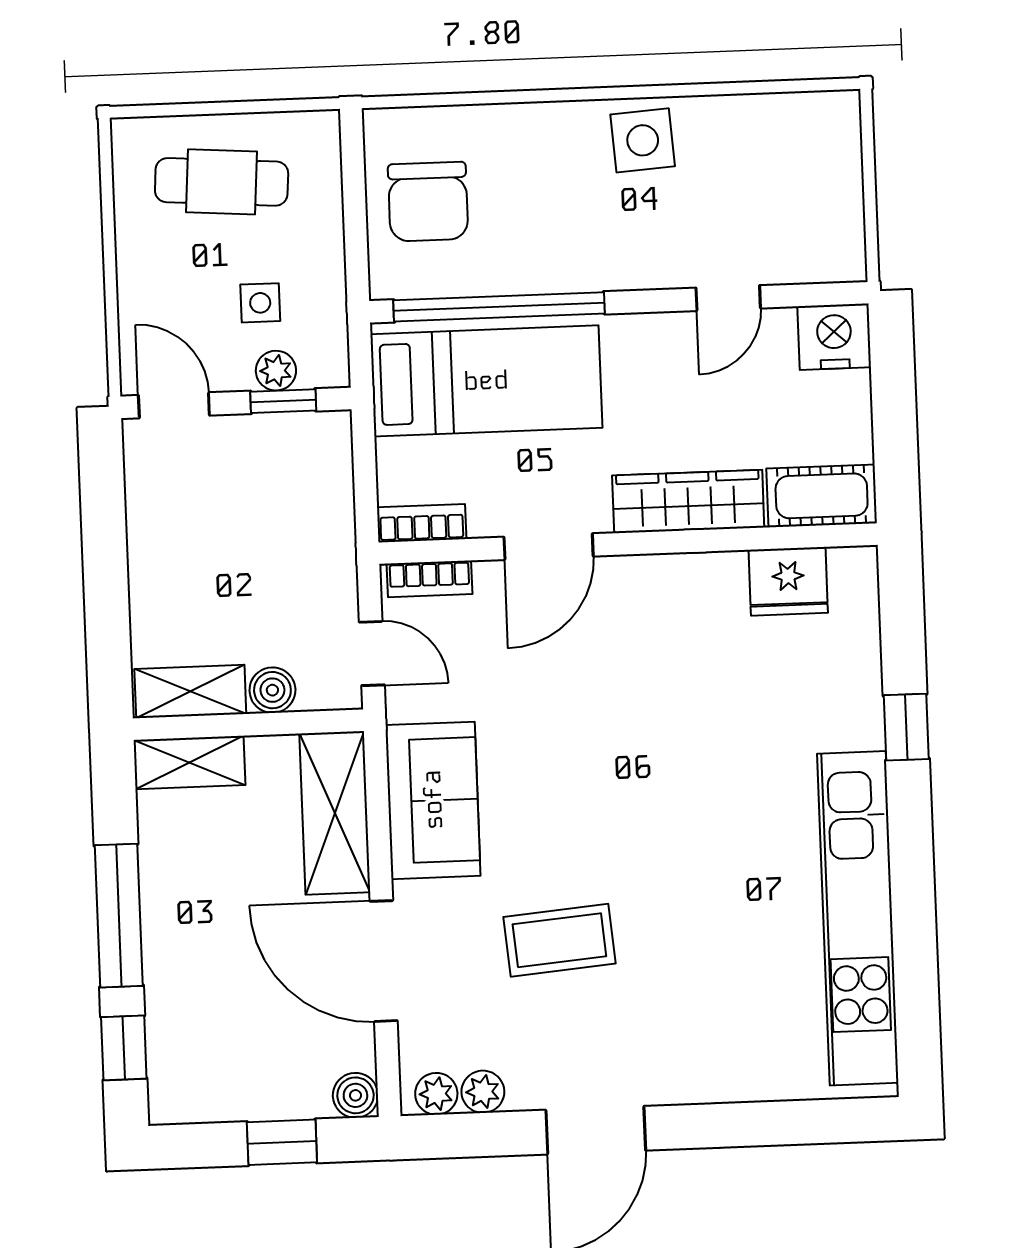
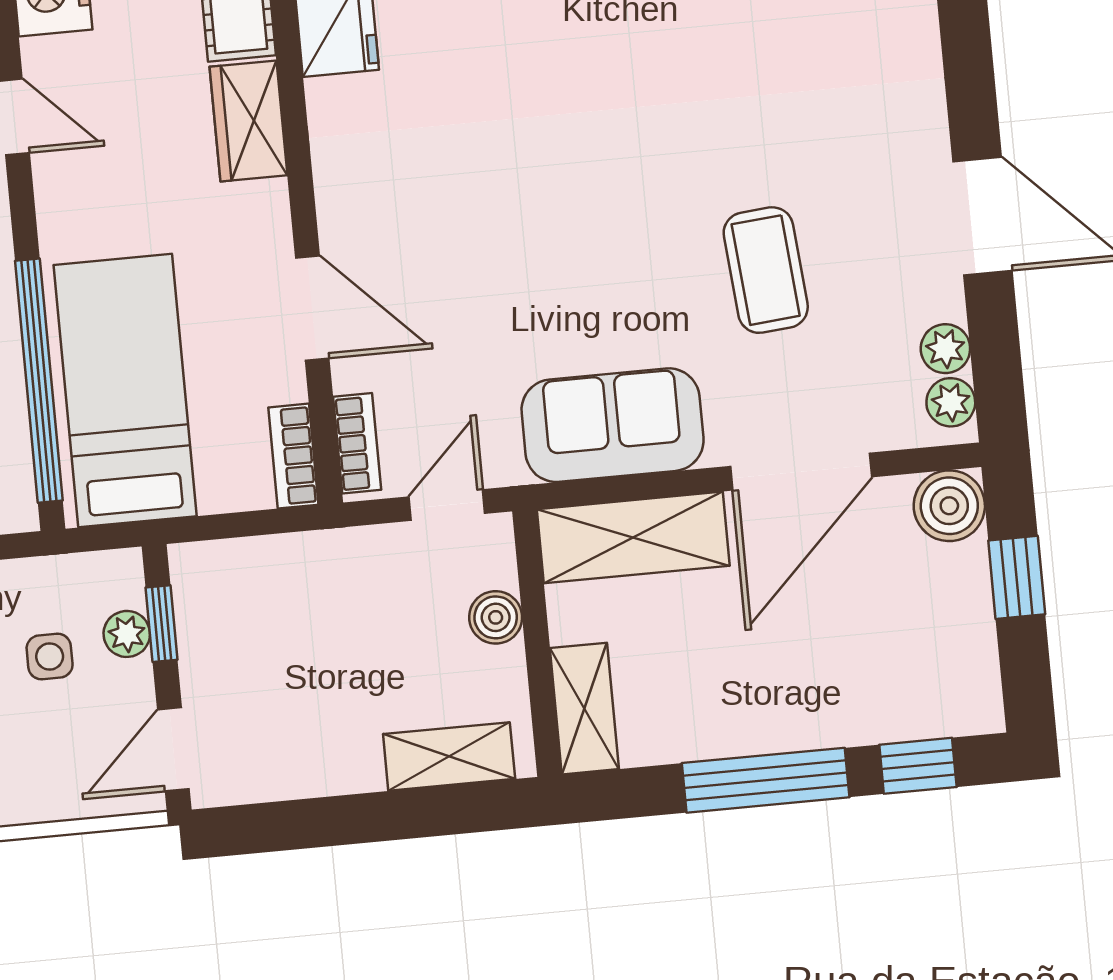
wardrobe: (688, 502) -> (248, 121), width x0.67
shelving: (190, 691) -> (449, 756), moved, turned 90
boiler: (355, 1095) -> (949, 506), width x1.36, depth x1.36

